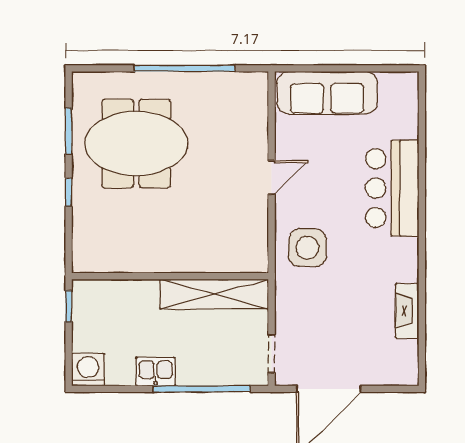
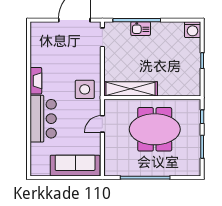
meeting table: (136, 144) -> (155, 129), moved
wall: (170, 276) -> (152, 98), moved
shelving: (214, 294) -> (131, 89), moved
fireplace: (407, 311) -> (36, 81), moved
kitchen sink: (156, 372) -> (141, 29), moved

